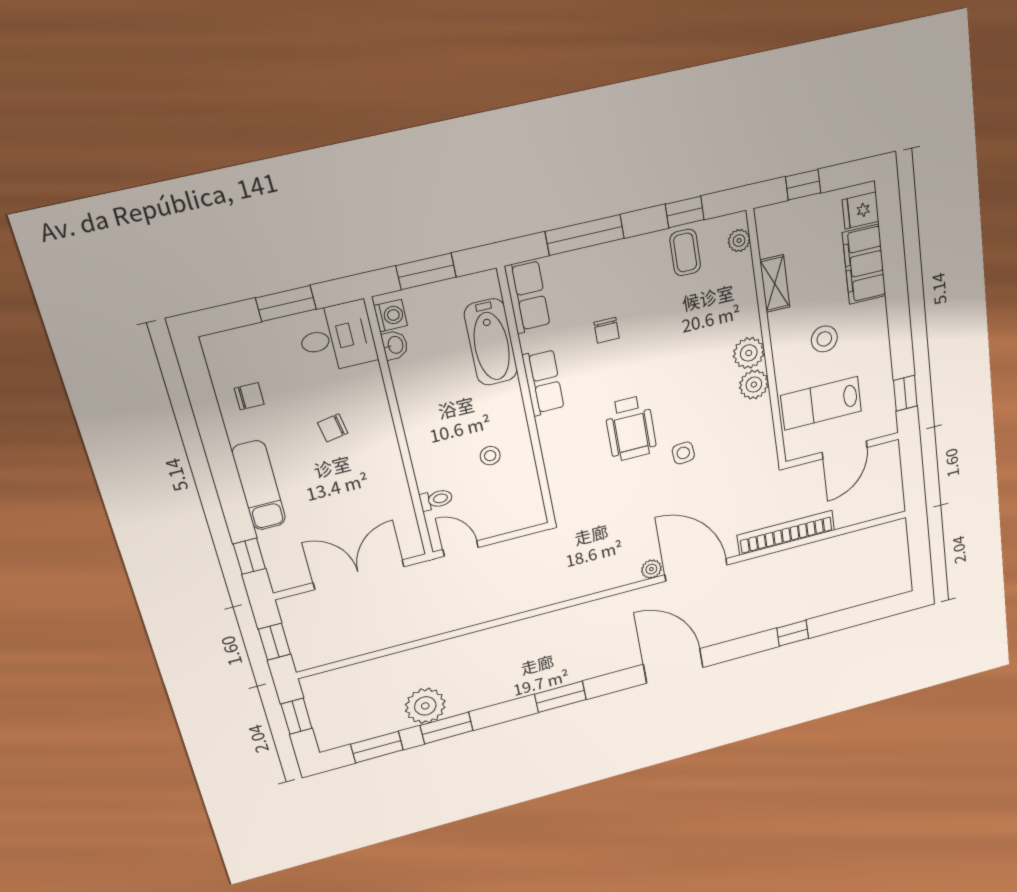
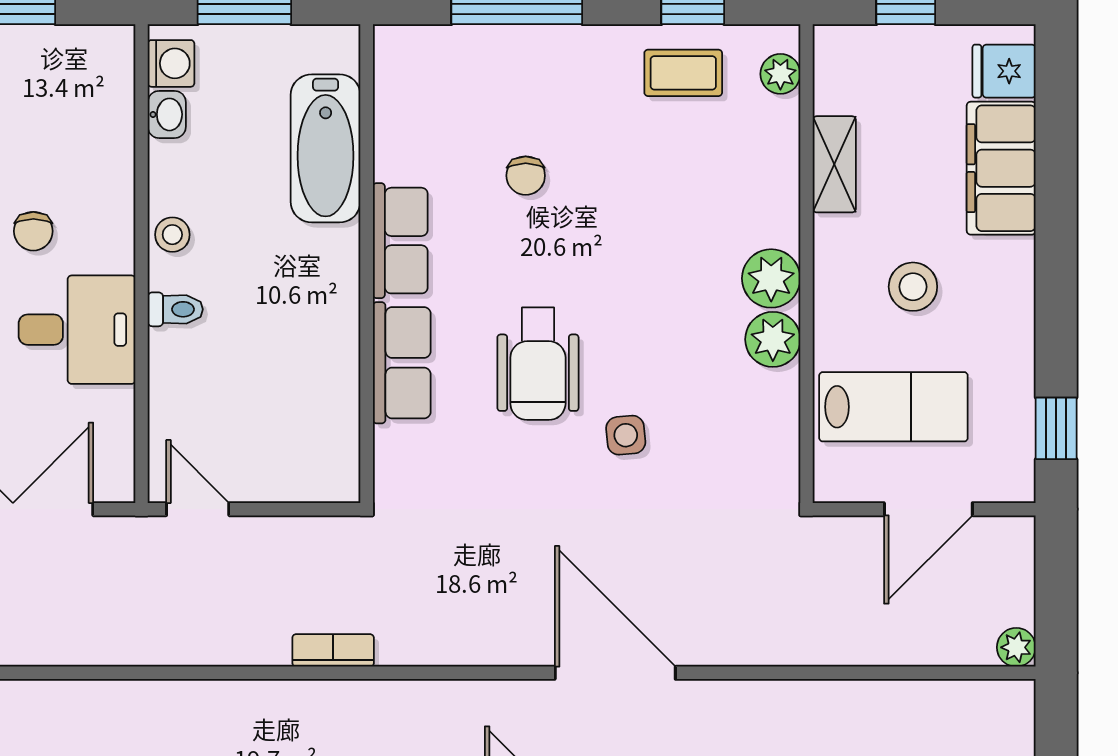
coffee table: (685, 252) -> (683, 73), turned 90
row of seats: (527, 296) -> (402, 363), moved
desk: (337, 337) -> (77, 330), moved
lab bench: (821, 403) -> (893, 407), turned 180
chair: (333, 428) -> (33, 231), turned -80
stool: (490, 456) -> (172, 235), moved
toilet: (436, 499) -> (175, 309), moved
bookcase: (786, 533) -> (333, 650), moved, width x0.43, depth x0.76
plant: (651, 569) -> (1016, 647), moved

